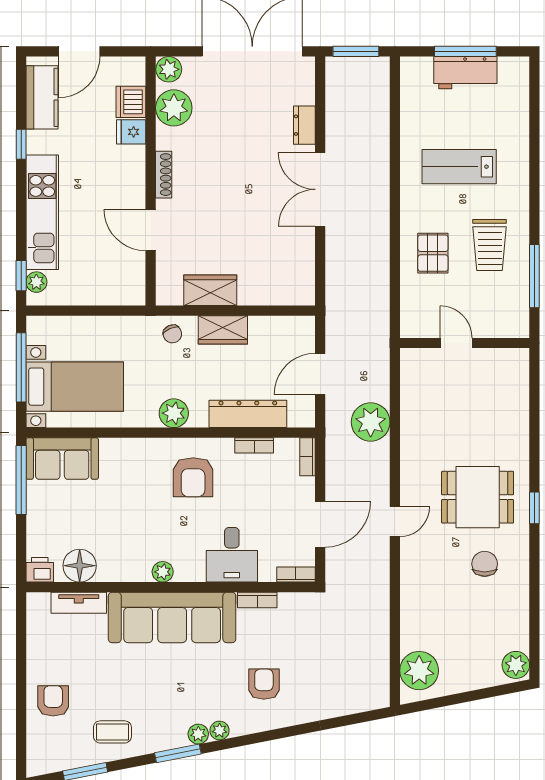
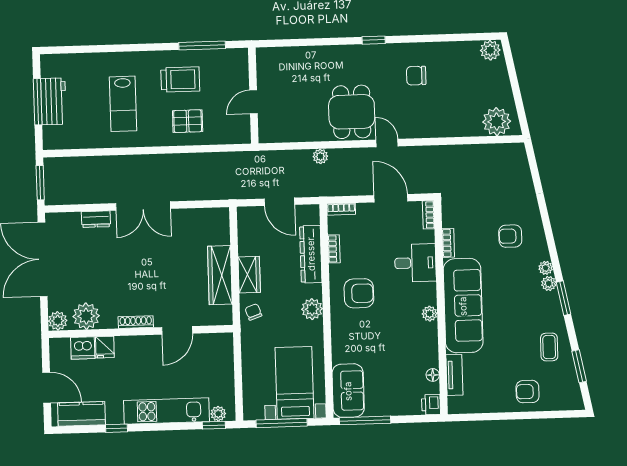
wardrobe: (210, 290) -> (220, 275), width x1.50
chair: (172, 334) -> (253, 312), turned -85
plant: (371, 422) -> (320, 156), width x0.53, depth x0.53
dining table: (478, 497) -> (352, 112), moved
floor lamp: (80, 566) -> (433, 375), width x0.53, depth x0.53

